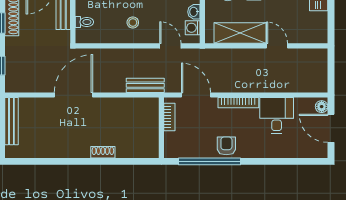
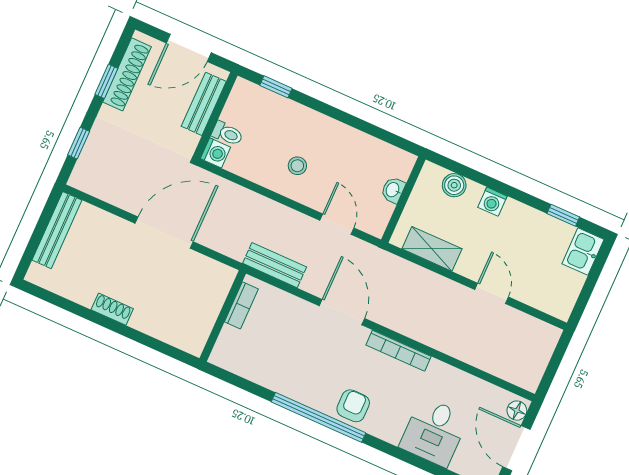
washing machine: (193, 28) -> (215, 153), moved, turned 180
shelving: (240, 33) -> (432, 249), width x0.67, depth x0.75
desk: (277, 116) -> (434, 432), moved, turned 180
bookcase: (169, 117) -> (241, 305), moved
wall: (161, 128) -> (223, 316), moved
shoe rack: (103, 152) -> (112, 309), moved

